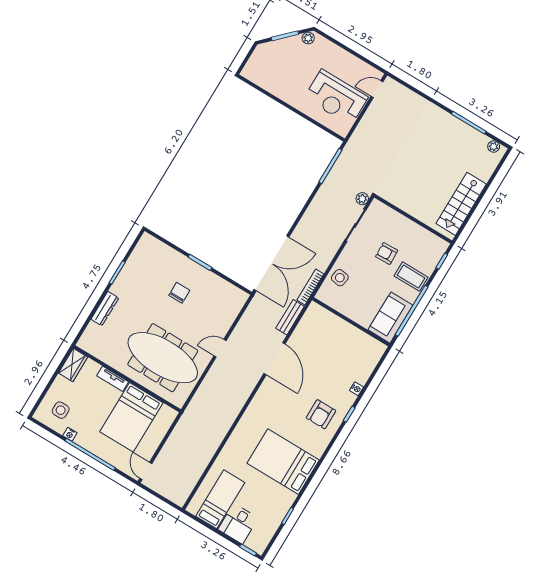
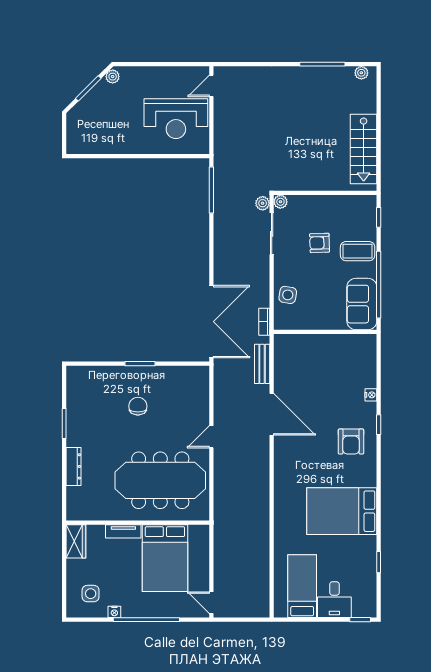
plant: (376, 206) -> (280, 202), added
bookcase: (310, 287) -> (264, 322), width x0.64

